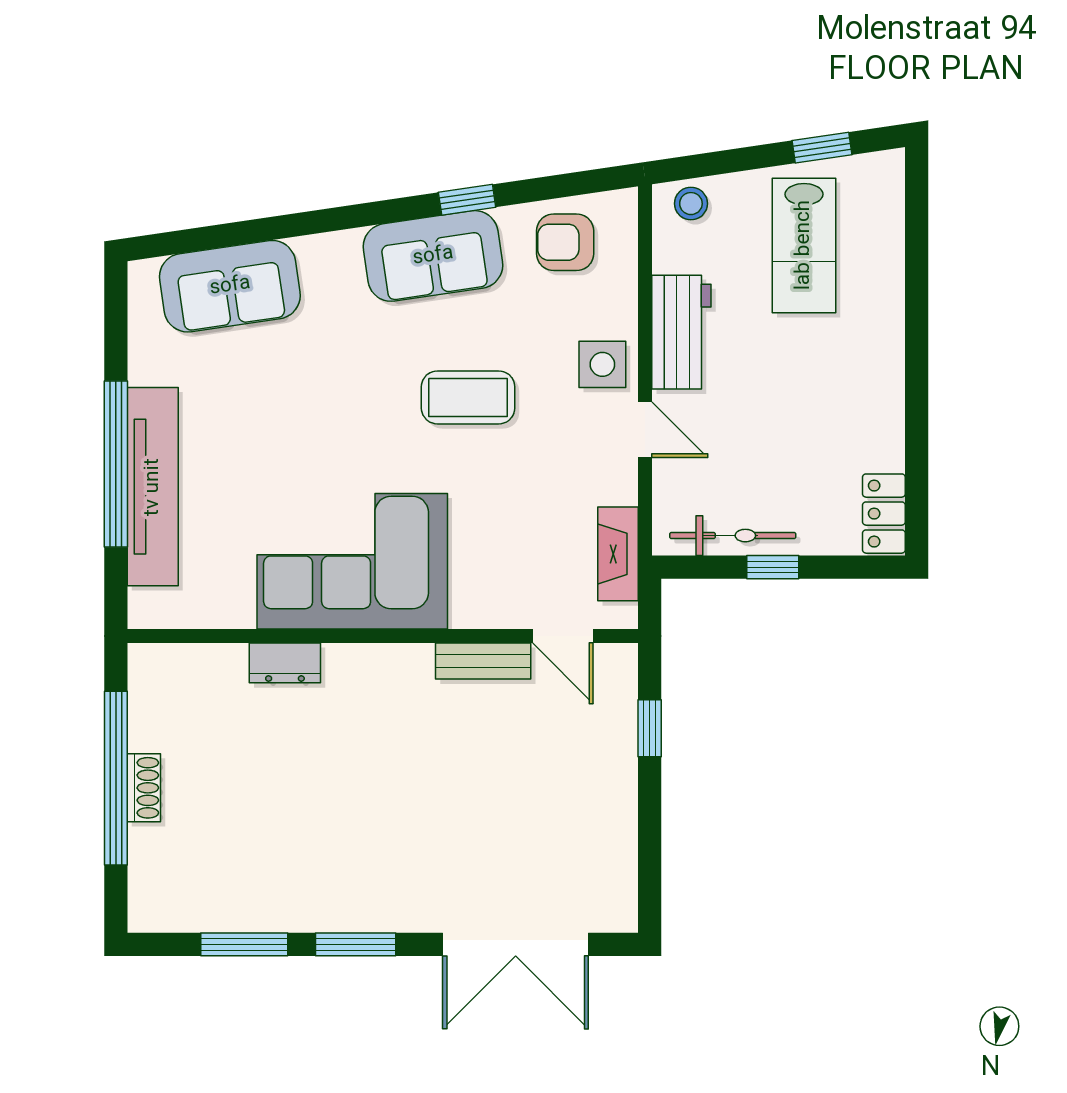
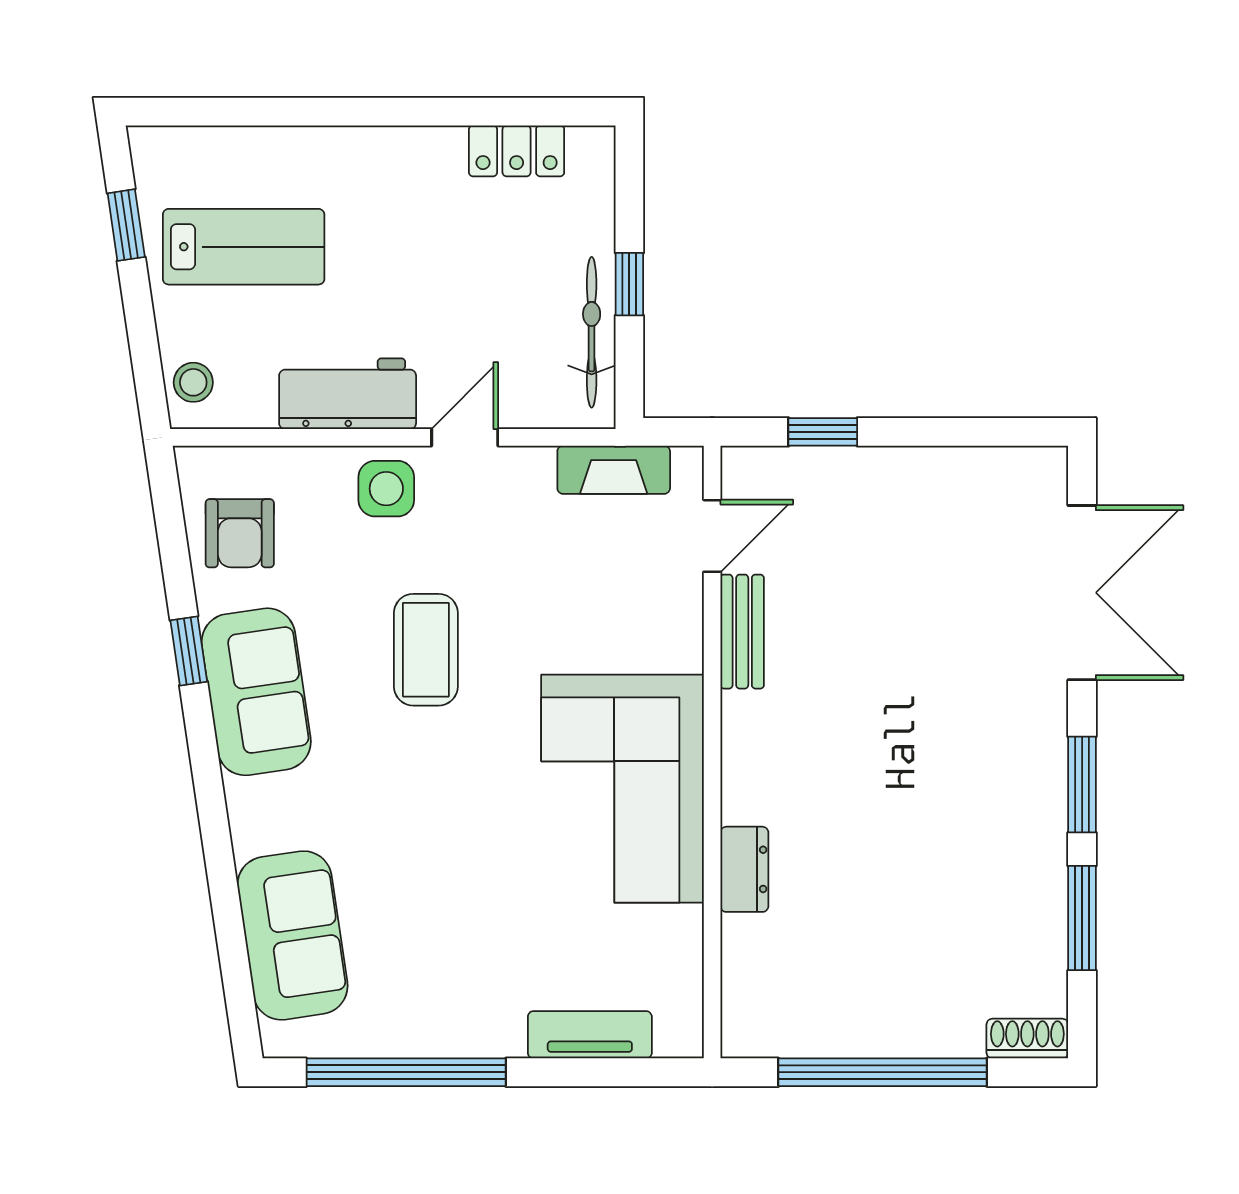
window: (116, 464) -> (406, 1072), moved
tv unit: (153, 487) -> (590, 1035), width x0.52, depth x0.78
locker: (884, 514) -> (517, 151), moved
shoe rack: (144, 788) -> (1027, 1039), moved

